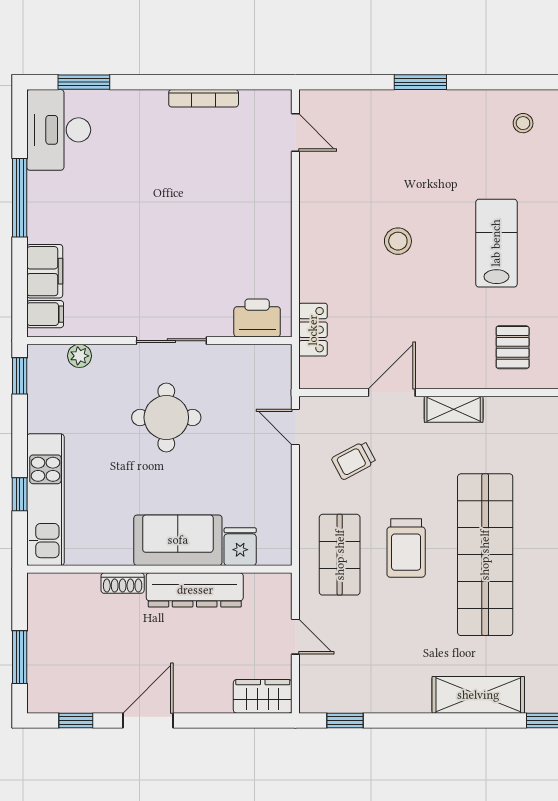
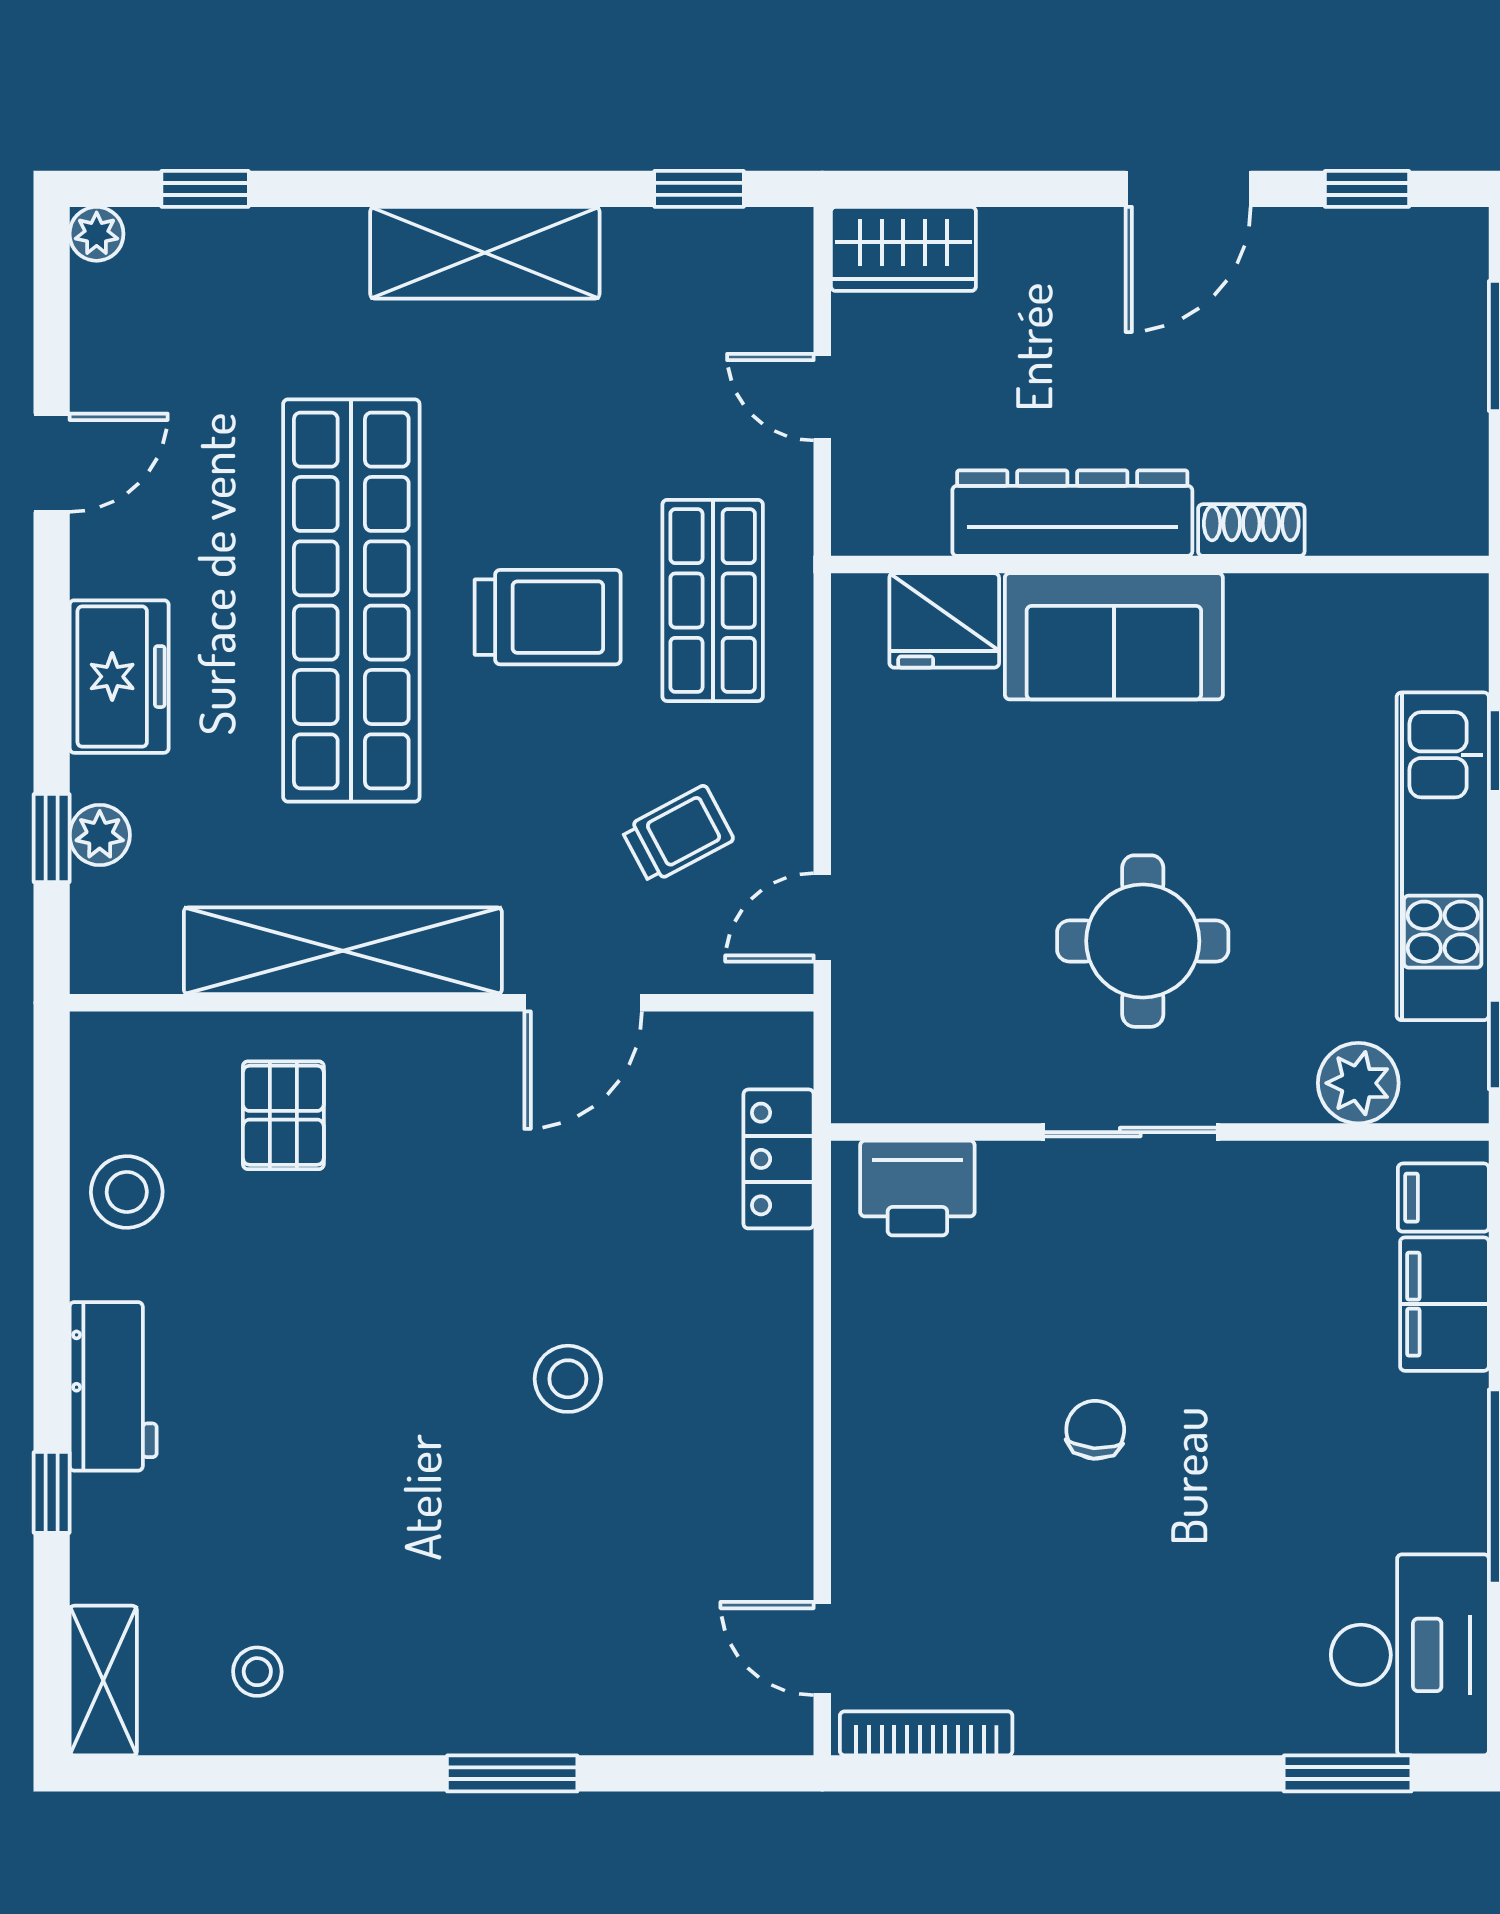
bookcase: (204, 98) -> (926, 1733), moved
chair: (185, 221) -> (1095, 1430), added
lab bench: (496, 243) -> (323, 1374), removed
plant: (79, 356) -> (1358, 1083), width x1.38, depth x1.38
shelving: (454, 409) -> (343, 951), width x2.20, depth x1.33
door: (295, 427) -> (822, 917), swing flipped
kitchen unit: (45, 500) -> (1443, 856), moved
fridge: (240, 547) -> (944, 620), width x1.38
trolley: (406, 548) -> (548, 617), turned 90
shelving: (478, 695) -> (485, 253), moved

